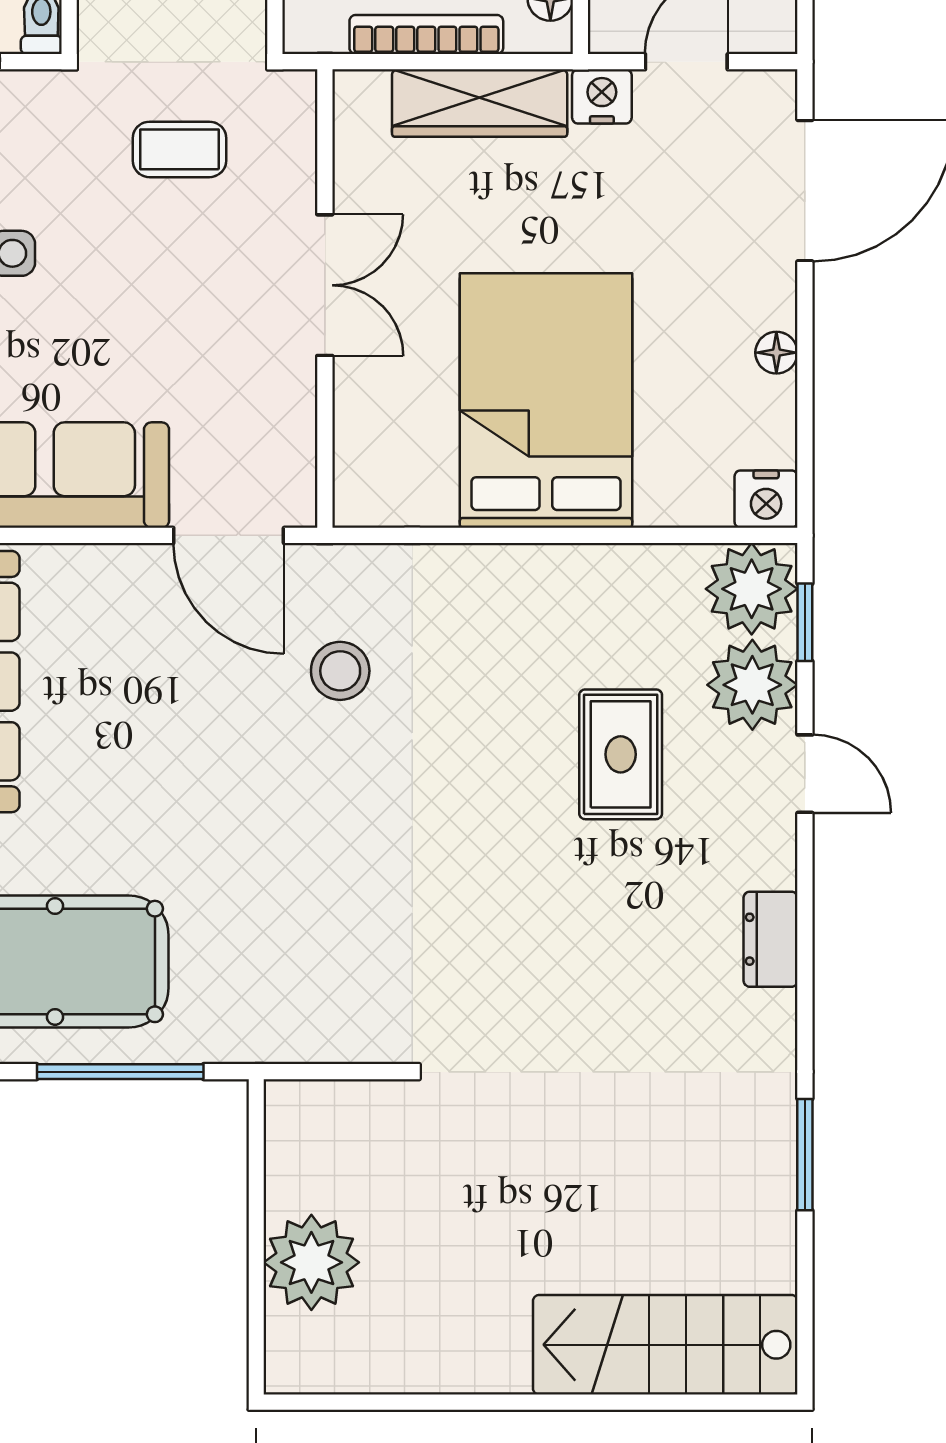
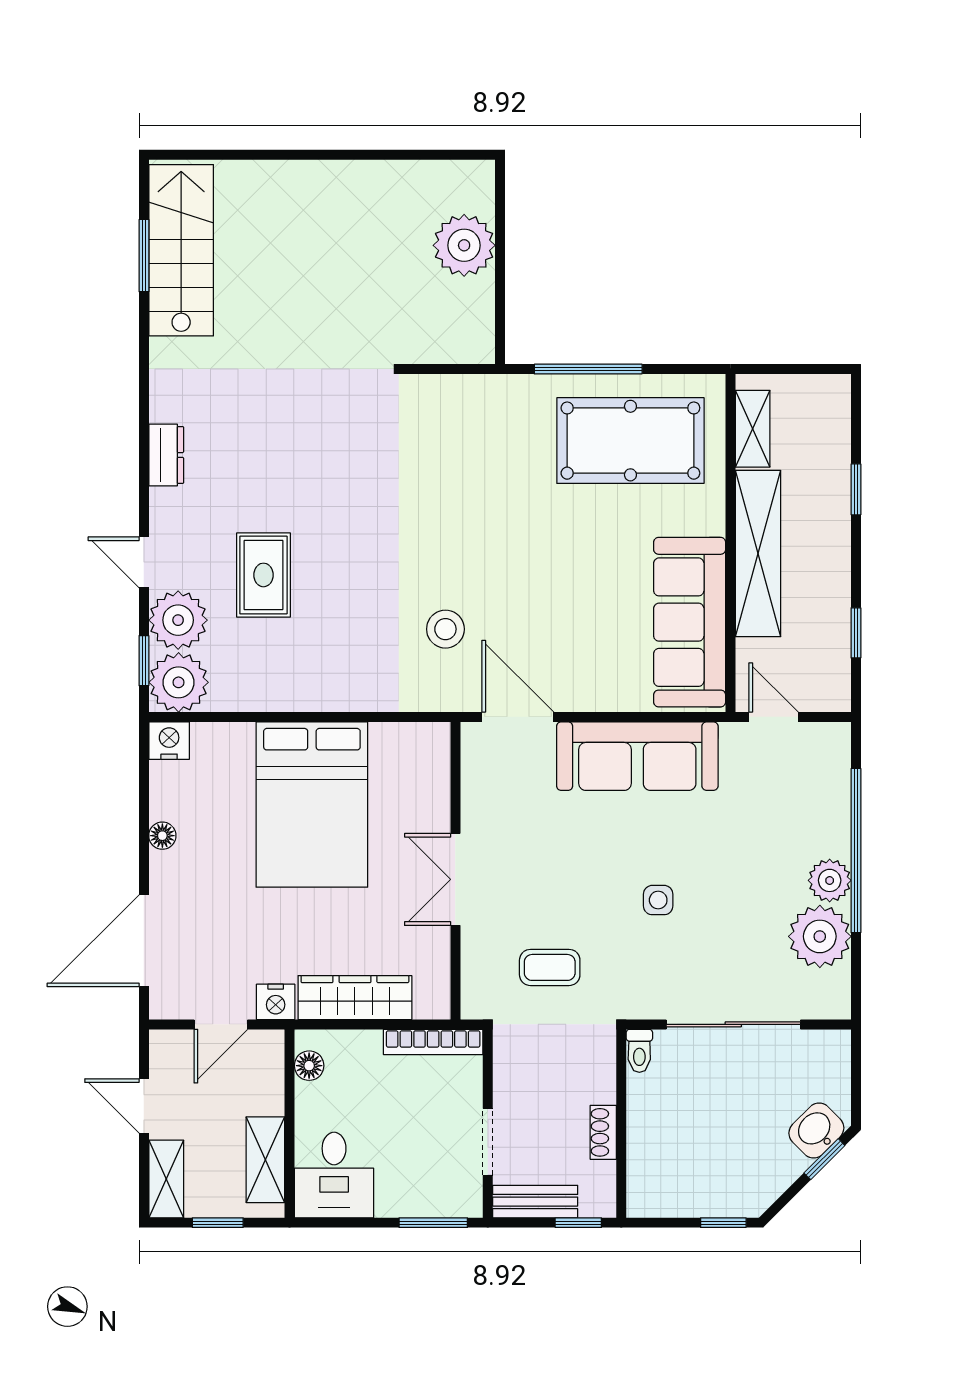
bookcase: (426, 35) -> (433, 1042), moved
window: (805, 1155) -> (144, 256), moved
stairs: (665, 1345) -> (181, 250), moved, turned -90

